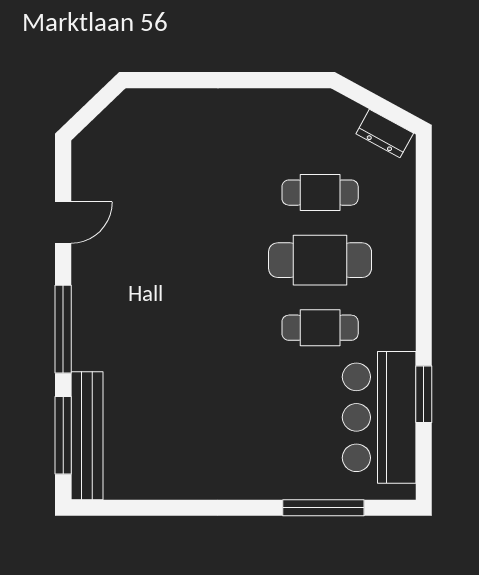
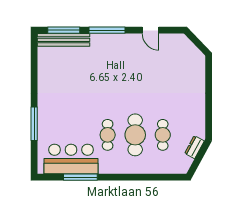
dresser: (385, 134) -> (194, 147), moved
window: (424, 394) -> (80, 177), width x1.44
window: (323, 508) -> (34, 124), moved

